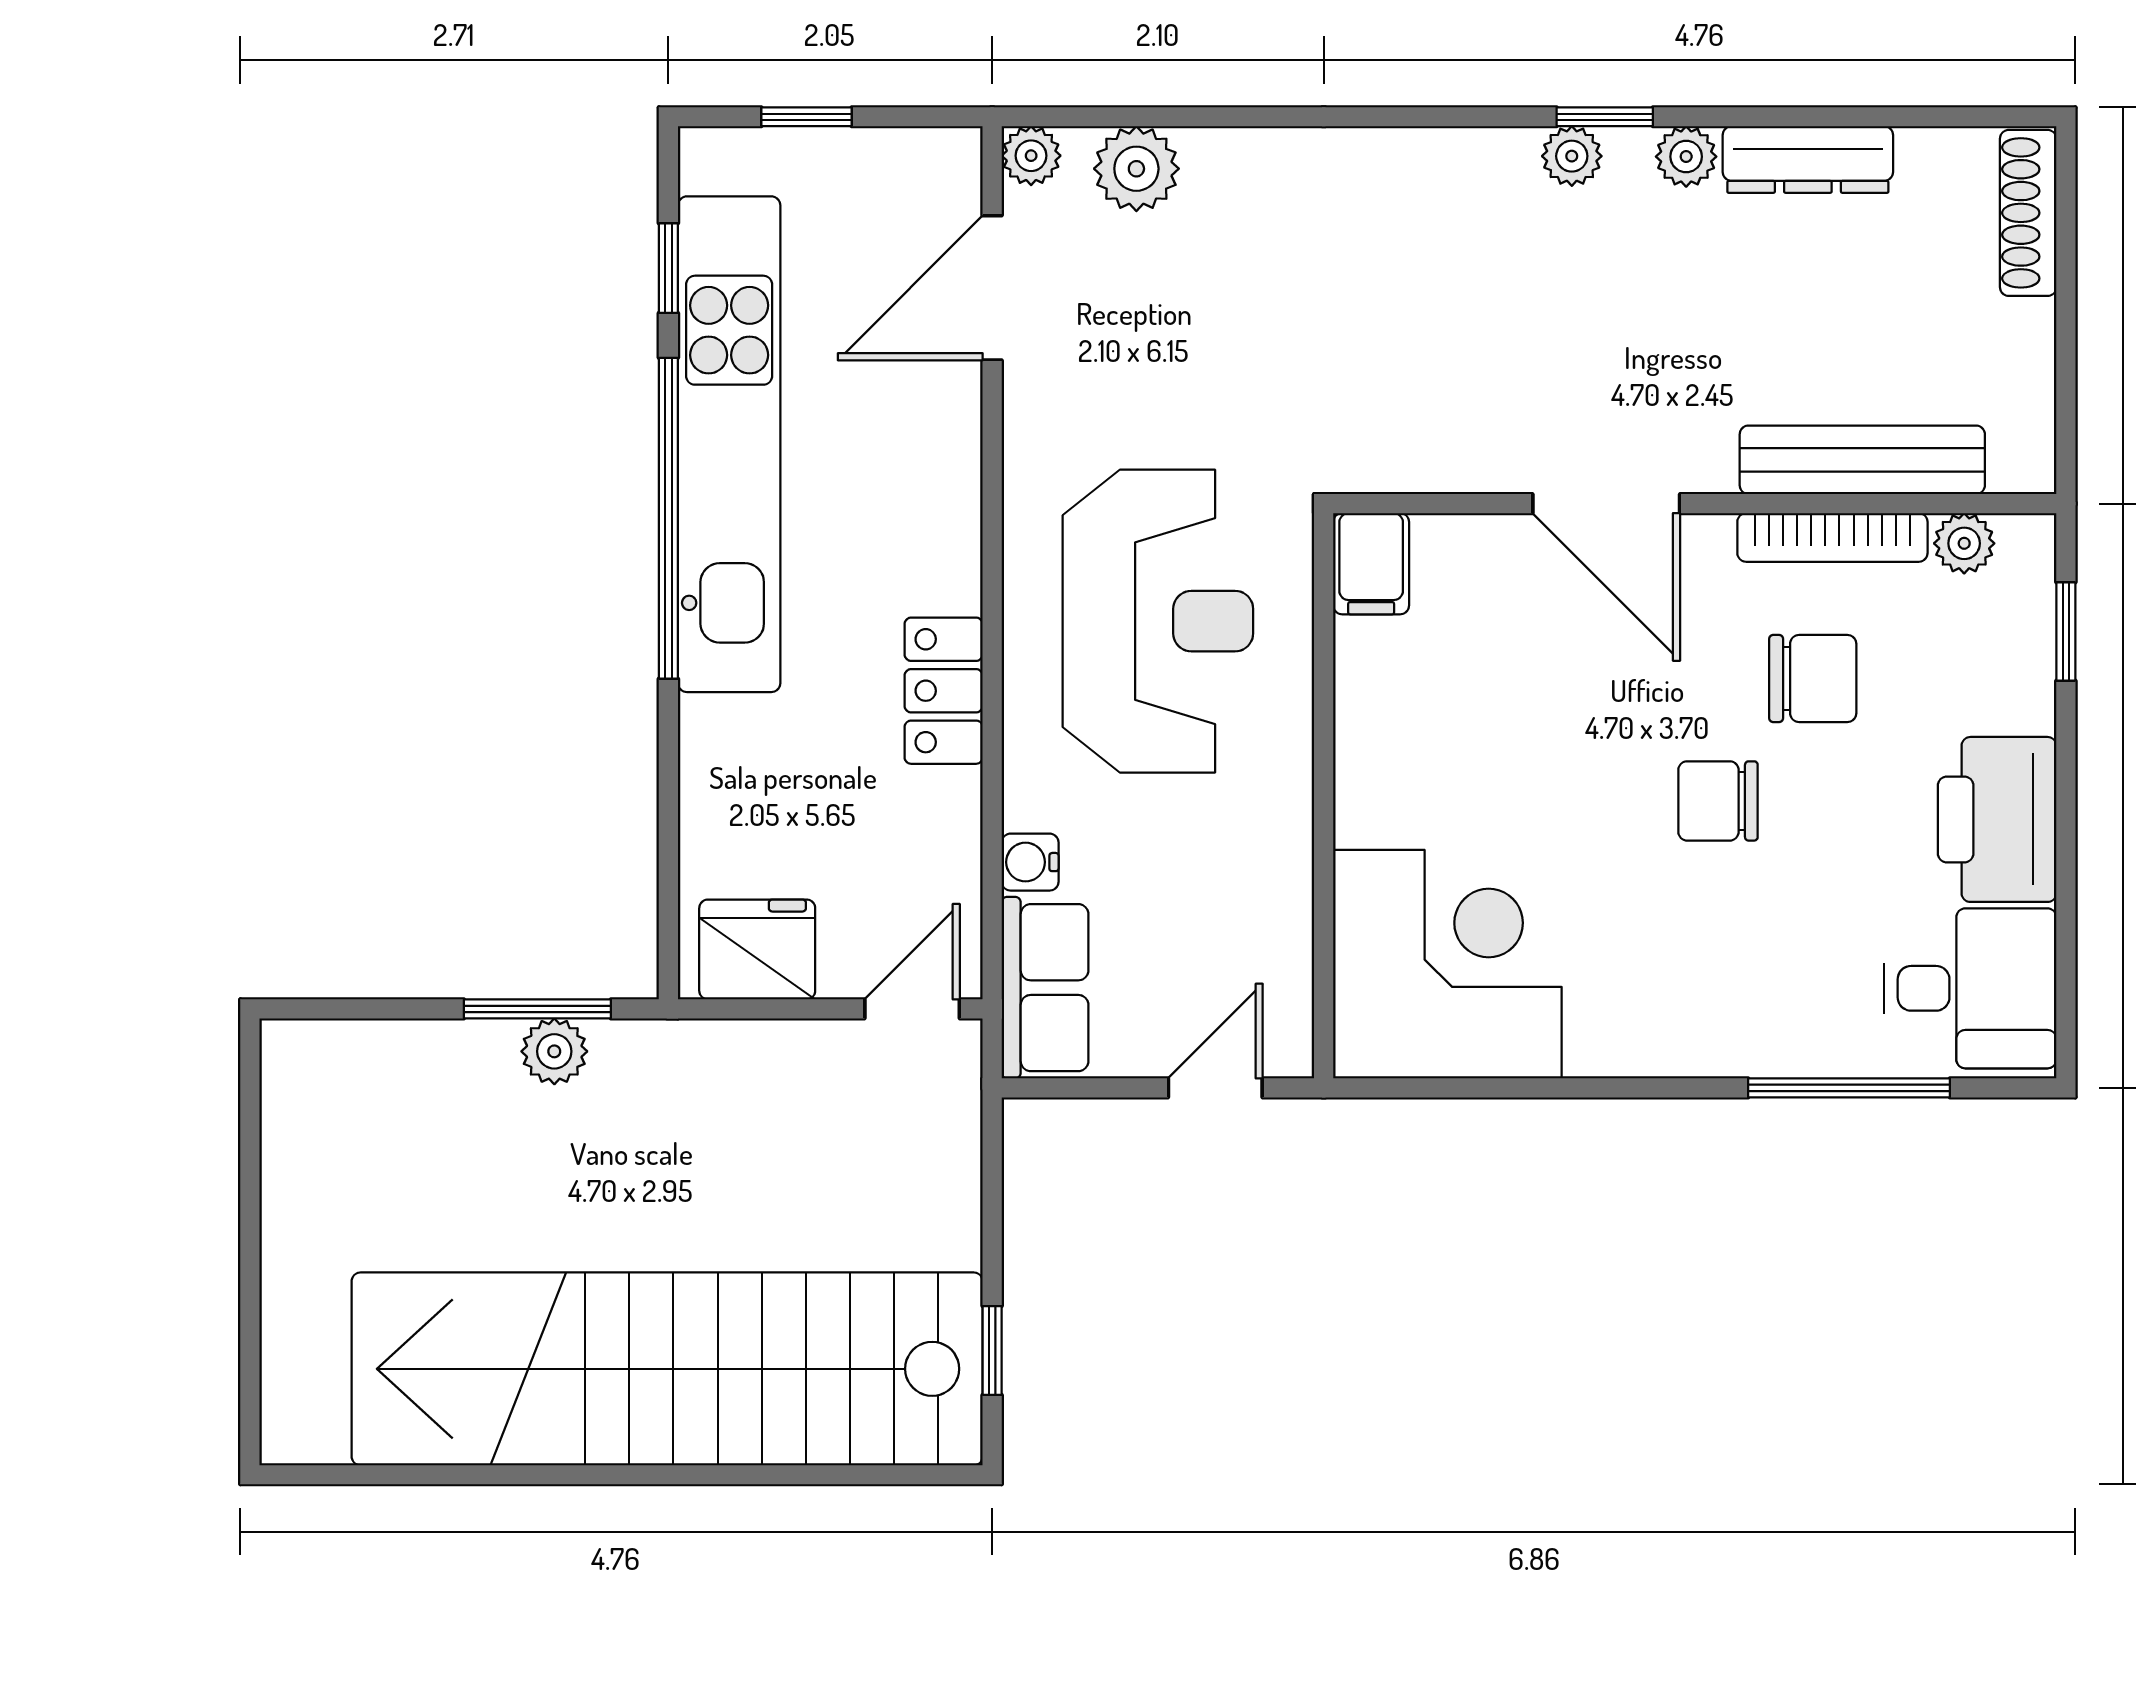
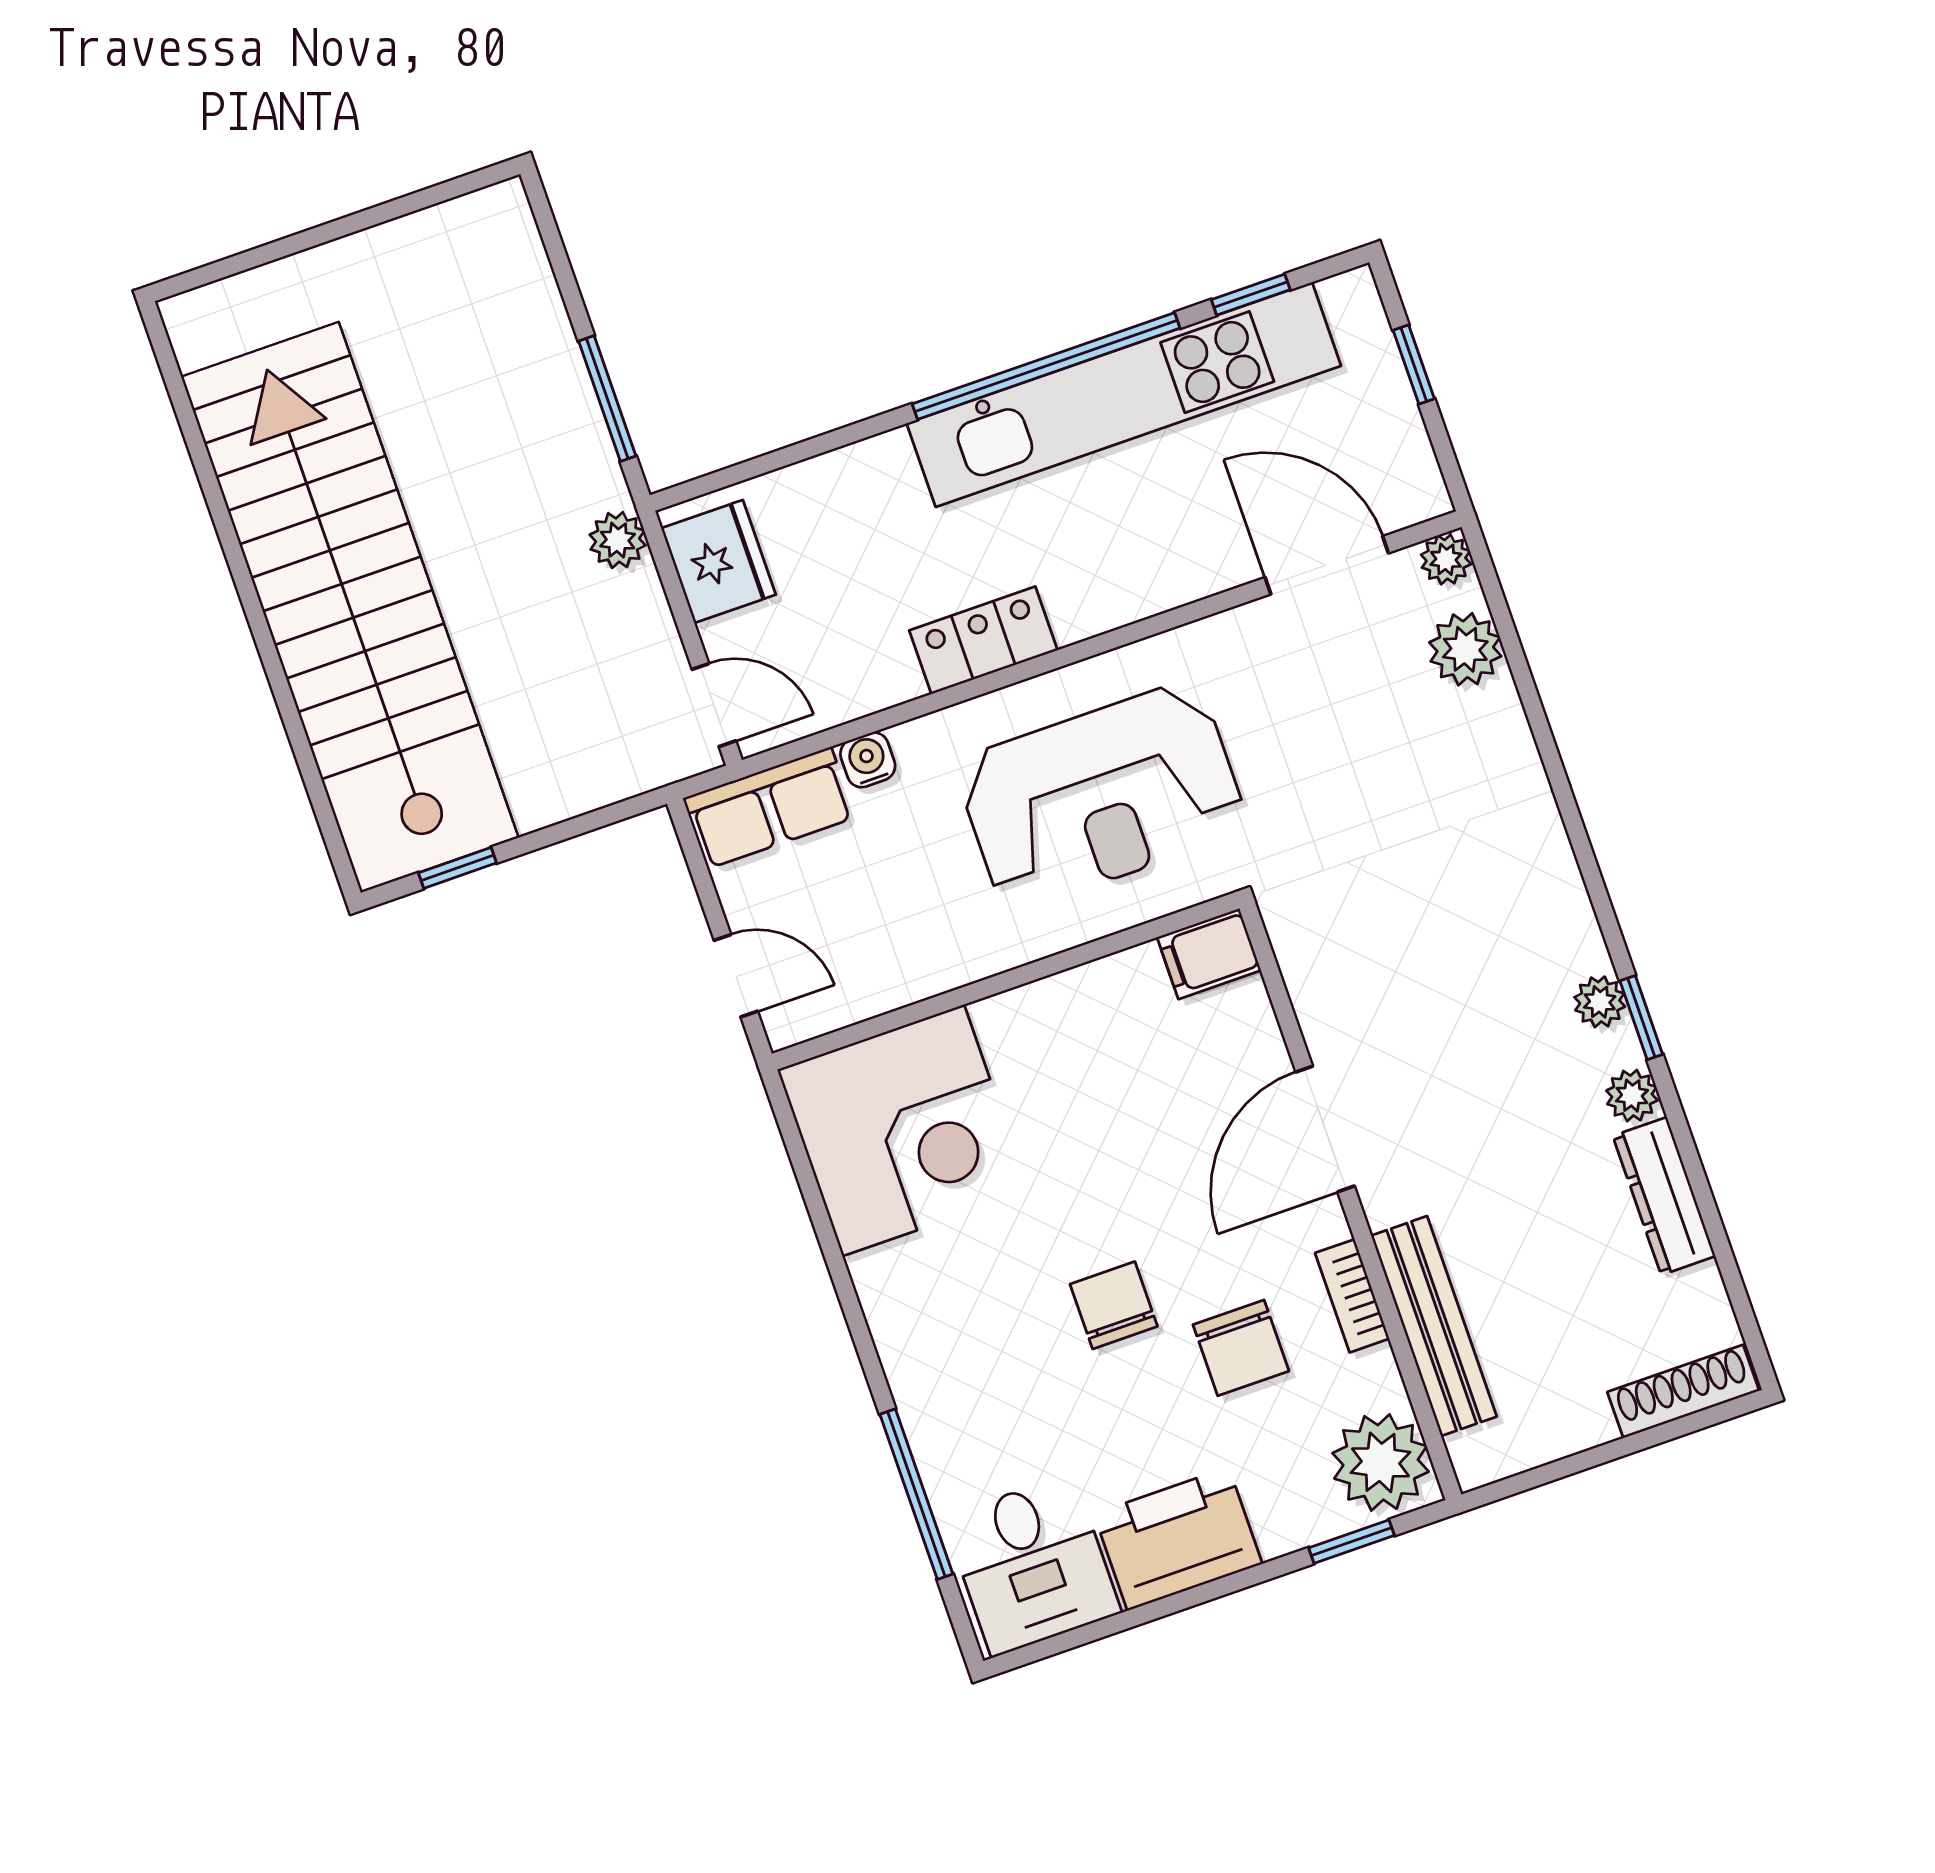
bookcase: (1832, 537) -> (1352, 1296), width x0.64
plant: (1964, 543) -> (1381, 1462), width x1.87, depth x1.87
plant: (554, 1051) -> (618, 540), moved

